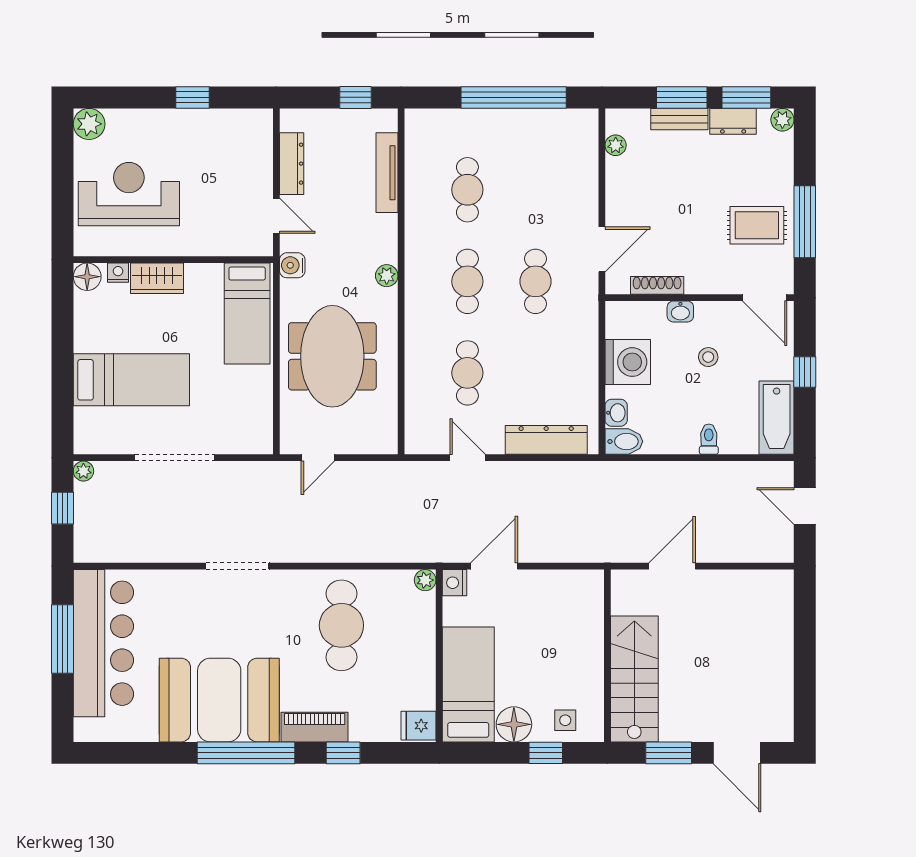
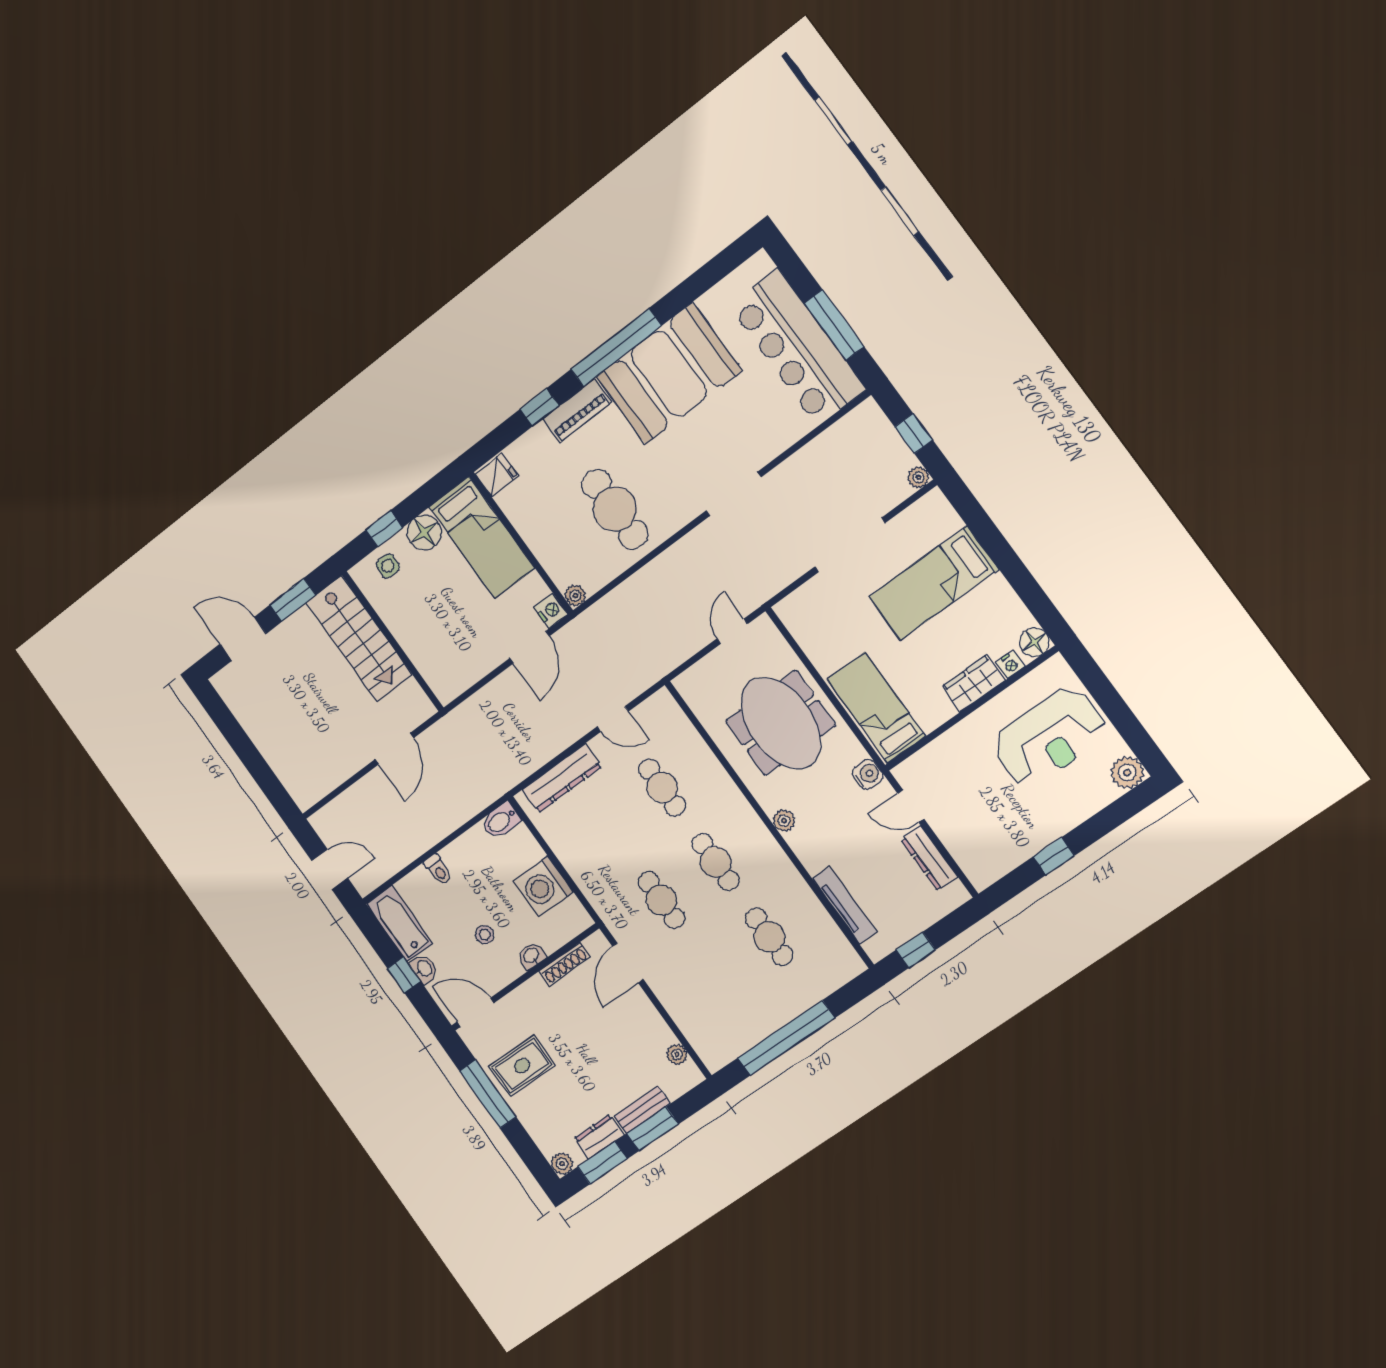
washbasin: (616, 413) -> (424, 969), moved, turned 180

